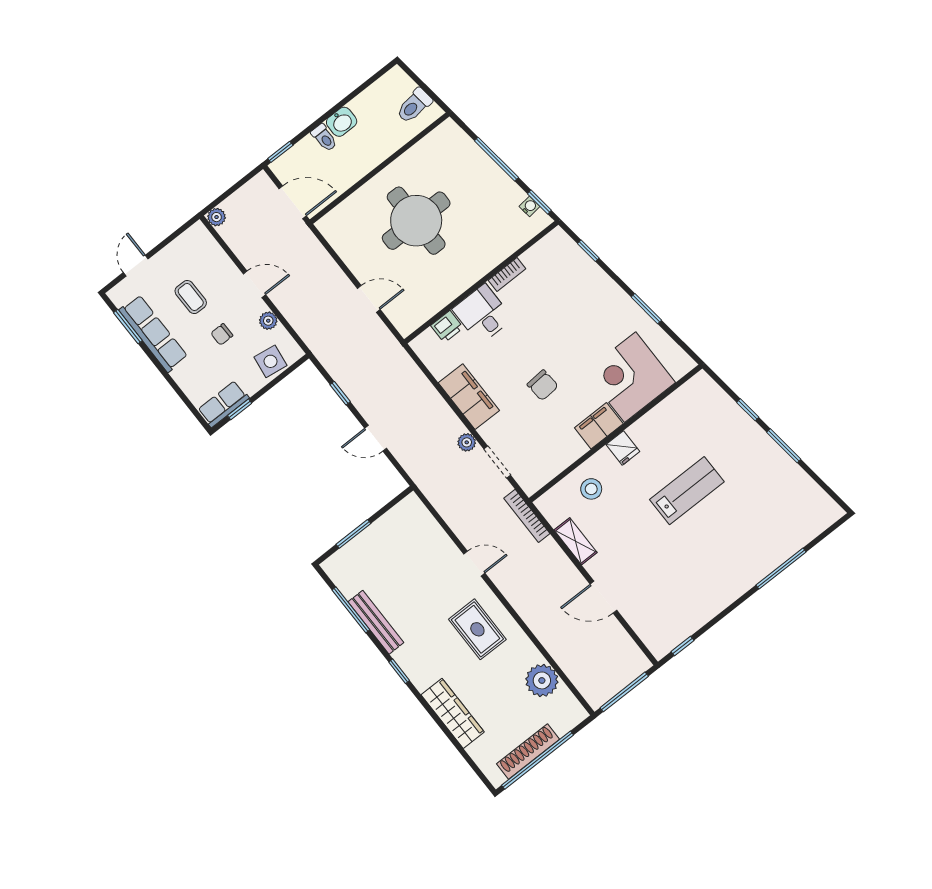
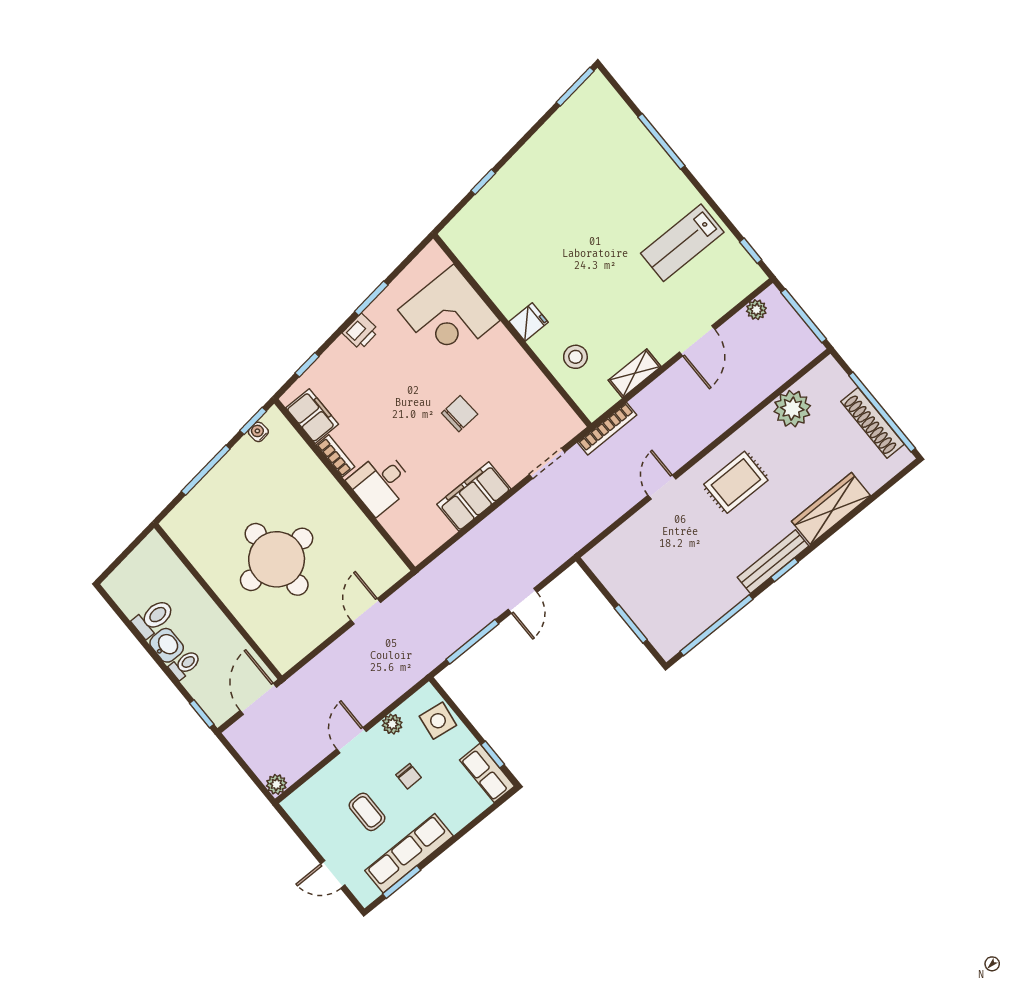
toilet: (414, 106) -> (153, 618), moved, turned -83
coffee table: (191, 297) -> (367, 812), turned 90
printer: (447, 327) -> (361, 332), moved, turned 83
window: (340, 393) -> (472, 642), width x2.17
filing cabinet: (599, 426) -> (312, 416), moved, turned 180
plant: (467, 442) -> (756, 310), moved
window: (784, 446) -> (575, 87), moved
lab bench: (687, 491) -> (682, 243), moved, turned -90
window: (351, 610) -> (716, 625), width x1.46
bench: (376, 622) -> (773, 562), moved

